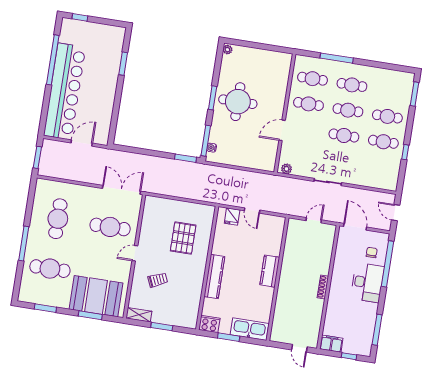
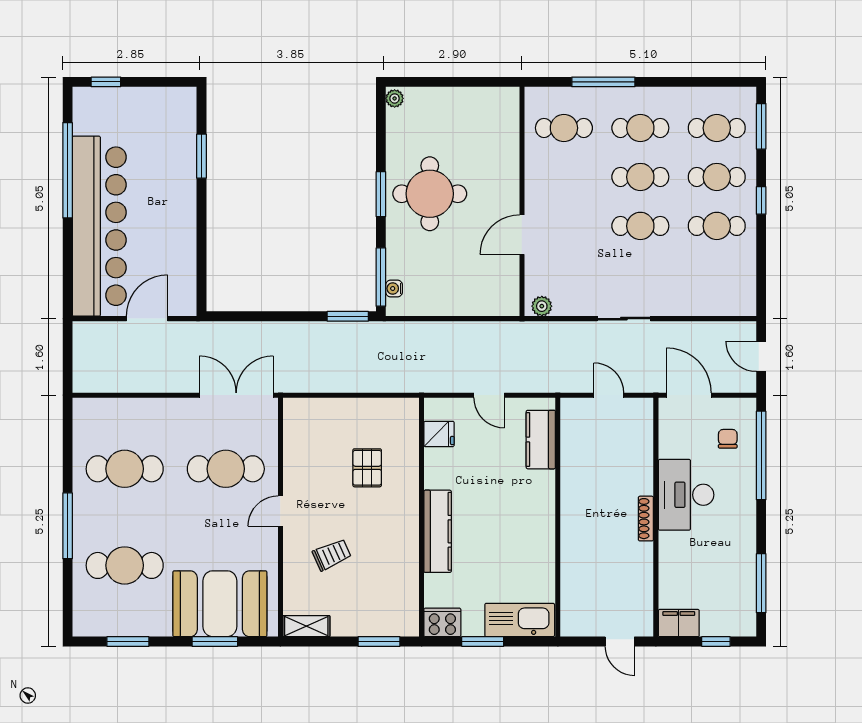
cafe table: (308, 104) -> (717, 128), moved
window: (405, 152) -> (761, 200), moved
window: (37, 157) -> (68, 359), removed
fridge: (232, 217) -> (439, 434), moved, turned -90
cafe table: (58, 219) -> (125, 469), turned 90
door: (314, 220) -> (609, 395), hinge flipped
pallet: (183, 238) -> (367, 468), width x0.67, depth x0.71
kitchen counter: (270, 271) -> (541, 440), moved
desk: (367, 283) -> (686, 495), moved, turned 180
window: (162, 327) -> (379, 641), moved

